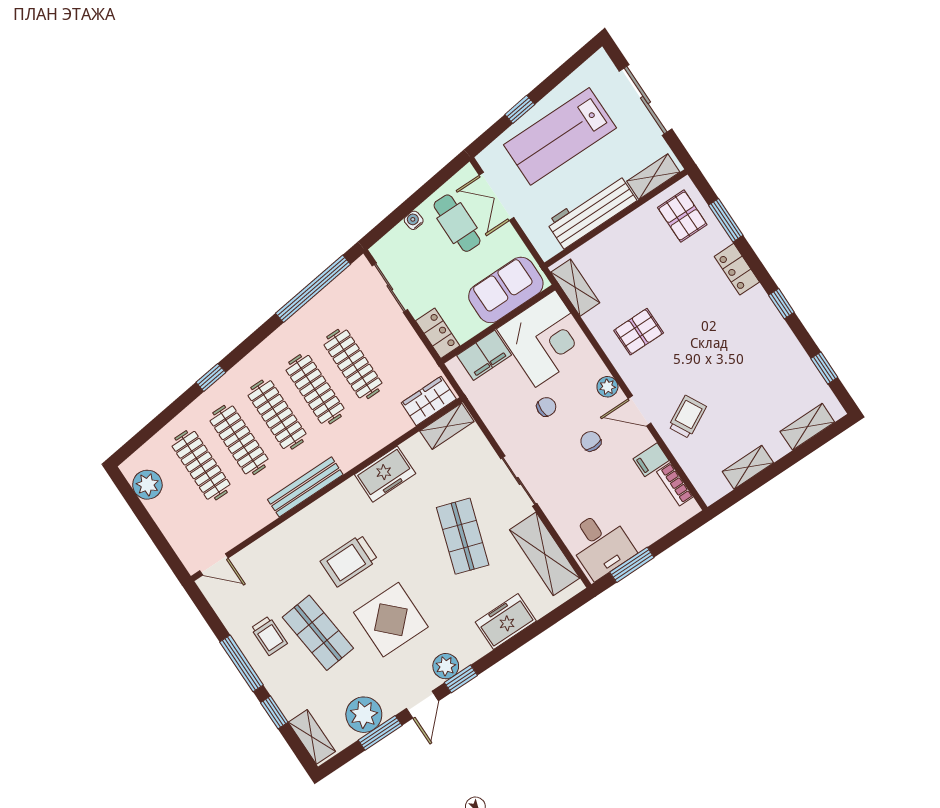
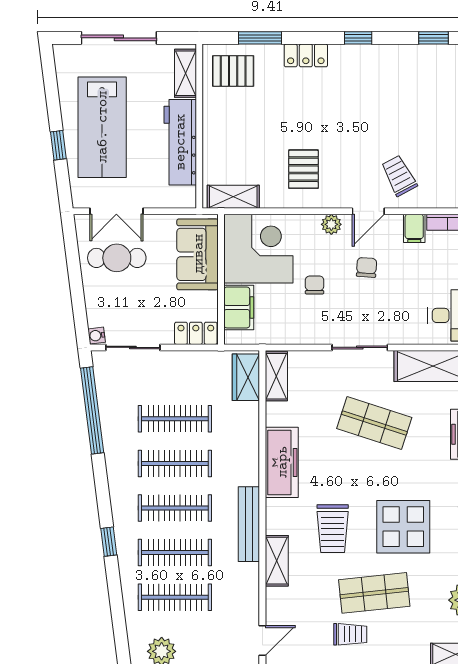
water cooler: (414, 220) -> (97, 336), moved
chair: (591, 441) -> (367, 267), turned 94
freezer: (385, 474) -> (282, 462), width x1.40
shelving: (290, 531) -> (277, 561), added

